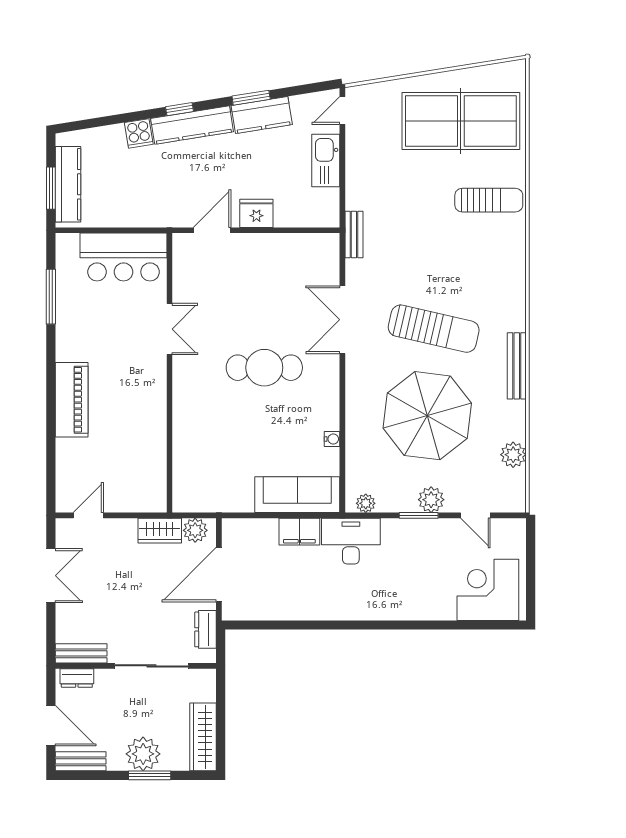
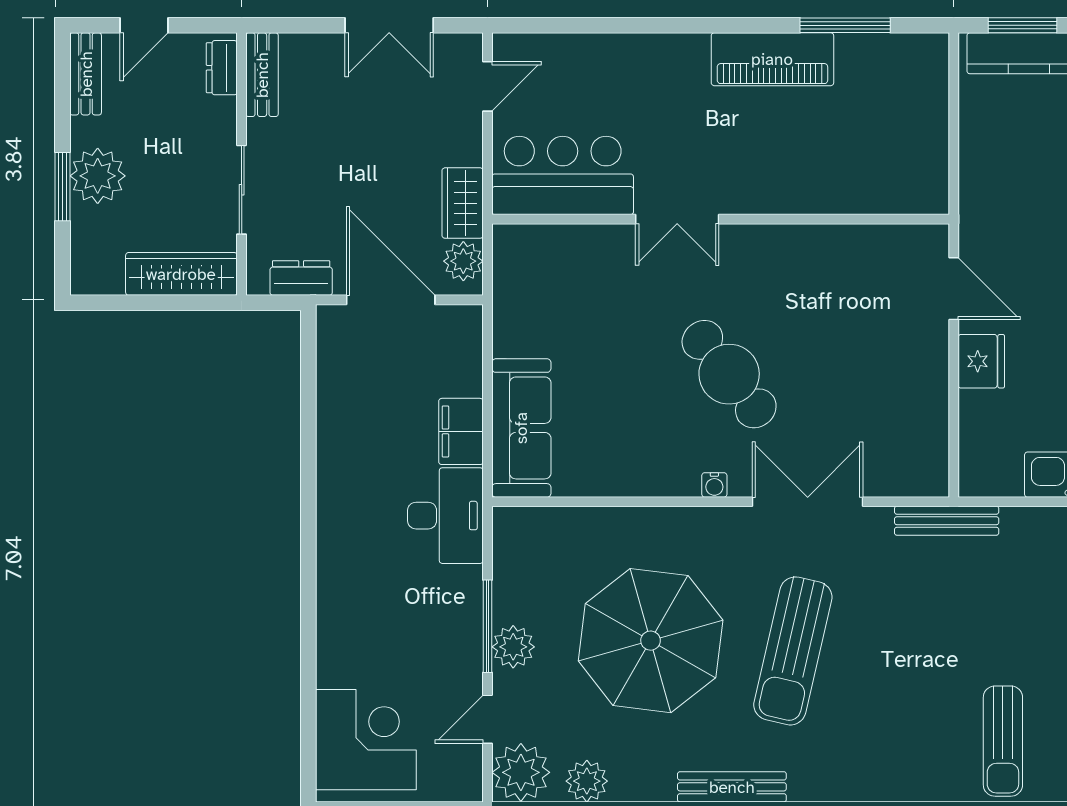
bench: (354, 235) -> (947, 521), width x1.36
bar counter: (124, 257) -> (563, 175), moved, turned 90
double door: (169, 329) -> (677, 219), moved
cafe table: (264, 368) -> (729, 374), turned -38
piano: (72, 400) -> (772, 59), moved
water cooler: (332, 439) -> (714, 485), moved
plant: (366, 503) -> (521, 772), moved, width x1.87, depth x1.87
door: (88, 515) -> (488, 86), hinge flipped
window: (419, 515) -> (488, 626), width x1.44
sliding door: (152, 666) -> (242, 190), width x0.73
door: (51, 726) -> (144, 25), width x0.73
wardrobe: (203, 737) -> (181, 274), moved

